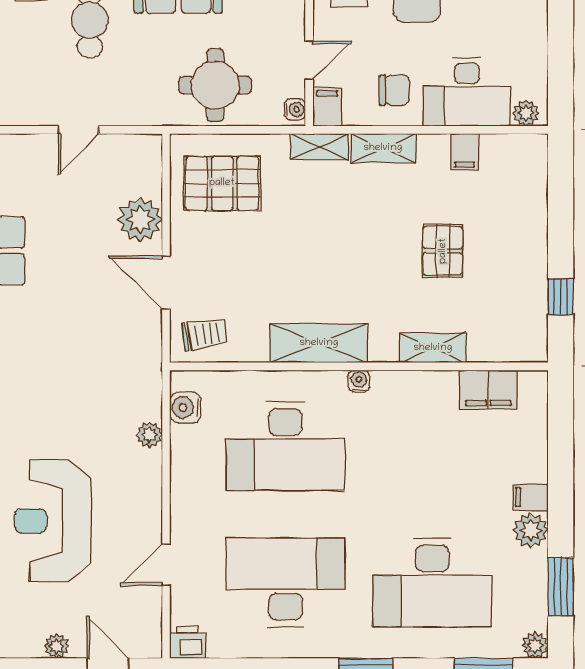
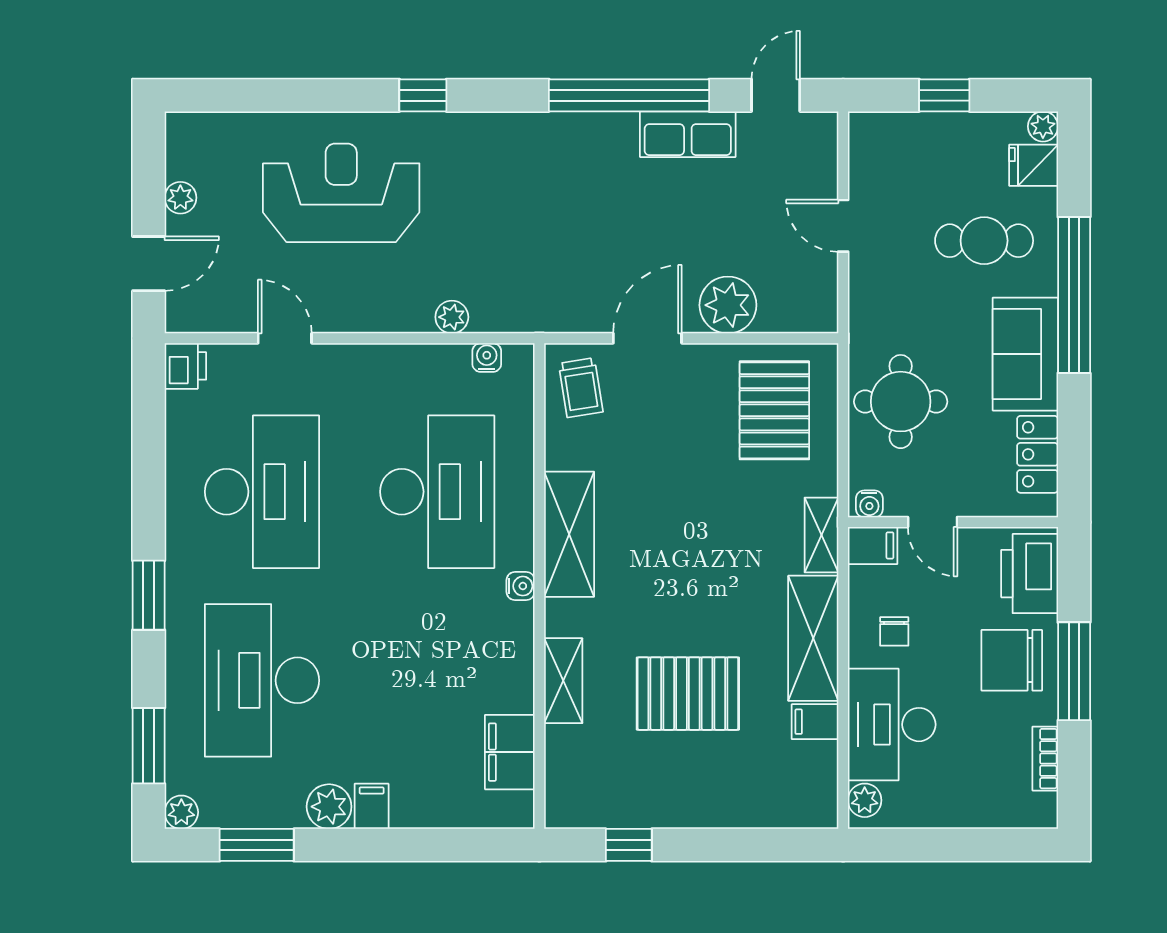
chair: (394, 90) -> (894, 631), width x0.73, depth x0.73
shelving: (383, 148) -> (813, 638), width x1.50, depth x1.33
pallet: (443, 251) -> (688, 694), width x1.50, depth x1.42
water cooler: (185, 407) -> (487, 358), width x0.72, depth x0.72
desk: (286, 446) -> (437, 492), turned 180

